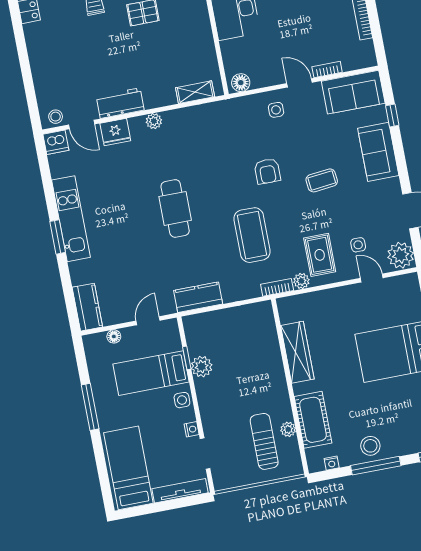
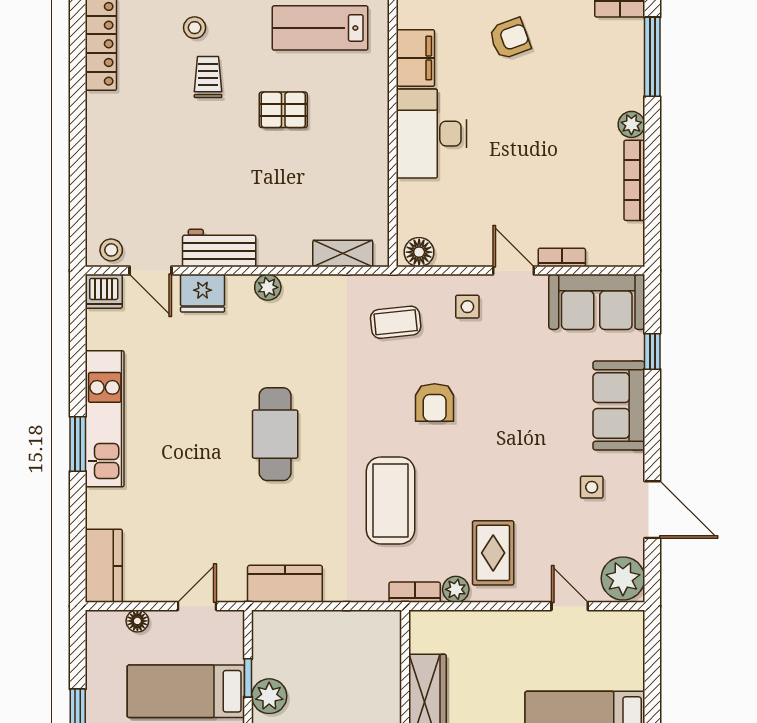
coffee table: (322, 180) -> (396, 322), moved
side table: (358, 245) -> (592, 487), moved

